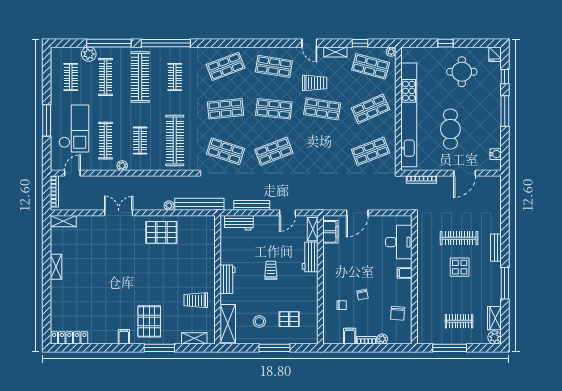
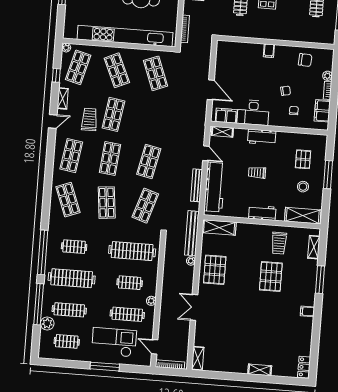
shop shelf: (274, 151) -> (149, 161), turned 33
workbench: (239, 223) -> (214, 187), width x1.88, depth x1.32
shelving: (208, 233) -> (219, 227), added
desk: (399, 242) -> (253, 113), moved, turned 180
workbench: (310, 257) -> (262, 137), moved
shelving: (56, 267) -> (260, 370), moved
pallet: (149, 321) -> (271, 276), moved, turned 90
filing cabinet: (350, 336) -> (322, 111), width x2.00
locker: (69, 338) -> (304, 367), width x0.66

